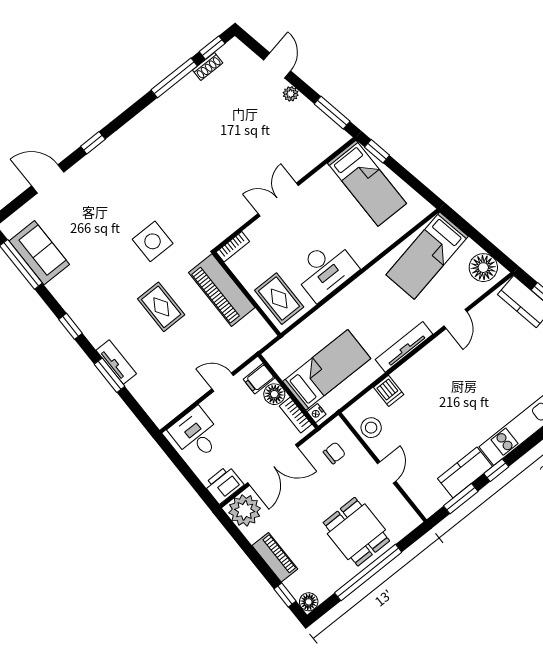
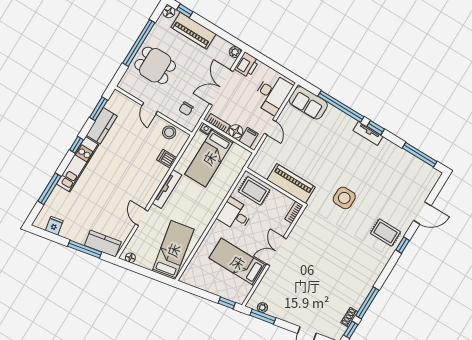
plant: (291, 94) -> (262, 308), moved
bed: (367, 183) -> (238, 262), moved
double door: (278, 199) -> (277, 251), swing flipped
sofa: (39, 253) -> (308, 103), moved
floor lamp: (483, 268) -> (130, 258), width x0.53, depth x0.53
desk: (325, 270) -> (235, 215), width x0.73
rug: (161, 307) -> (385, 233), moved
tv unit: (116, 362) -> (368, 133), moved
window: (110, 375) -> (341, 106), width x2.11
door: (223, 382) -> (270, 127), hinge flipped
desk: (196, 434) -> (272, 94), width x1.37
window: (496, 470) -> (76, 145), moved
plant: (245, 510) -> (235, 52), width x0.53, depth x0.53
piano: (275, 557) -> (193, 31), width x1.37, depth x1.33

